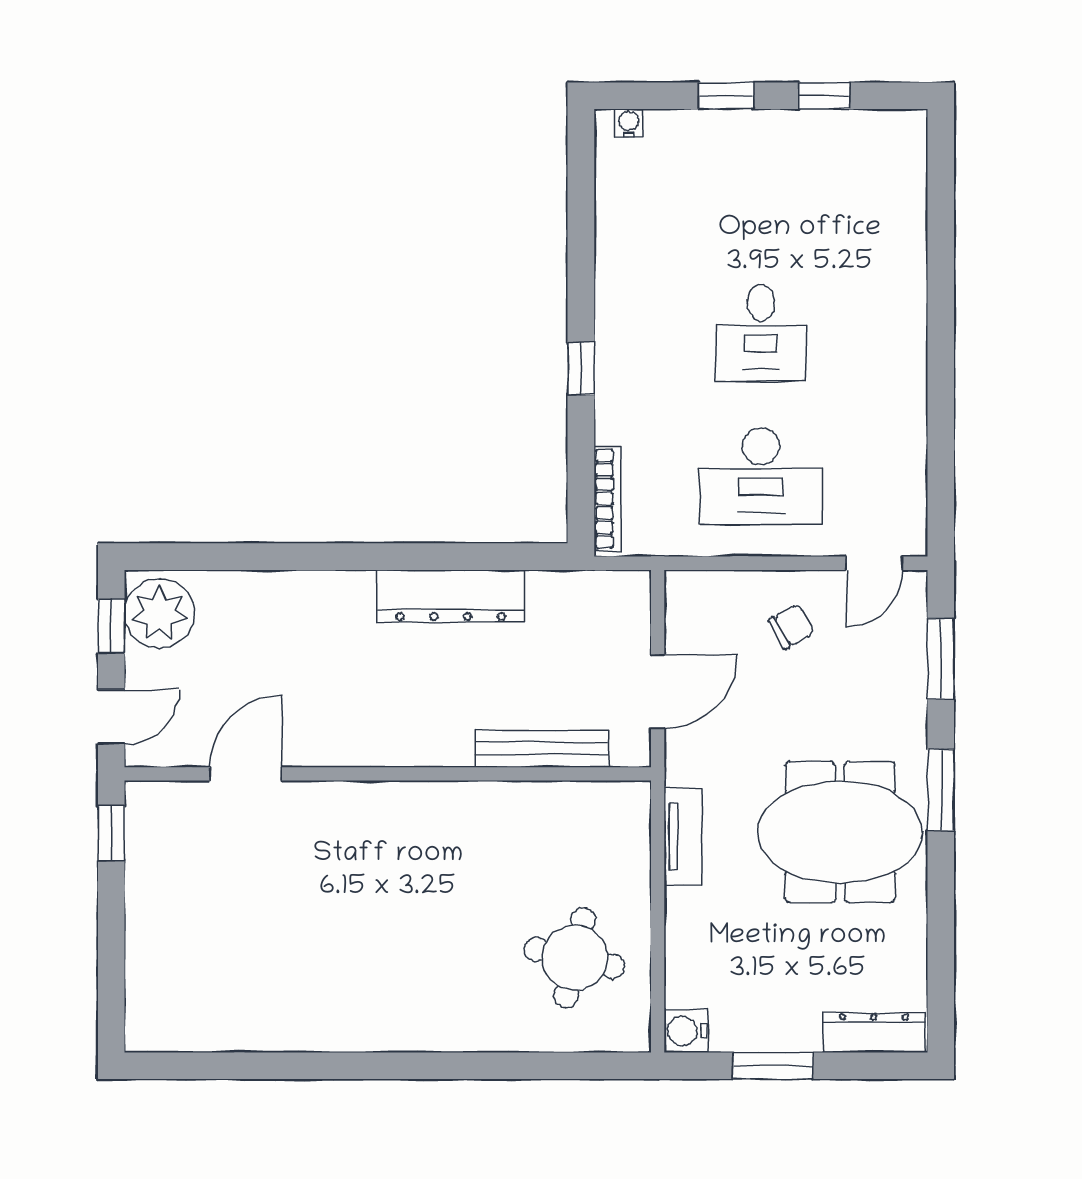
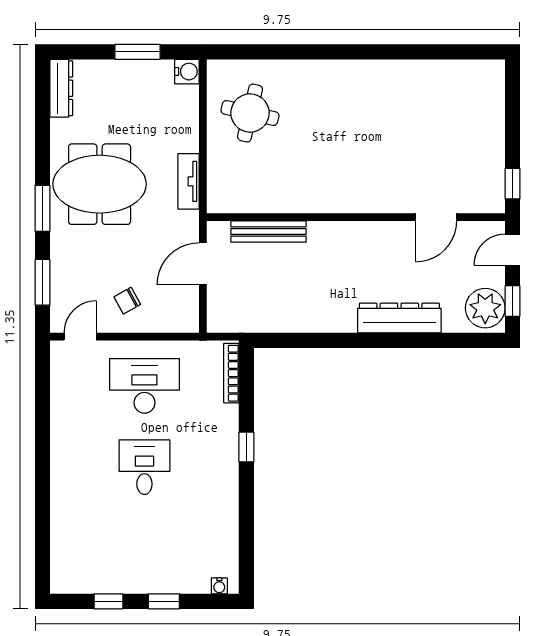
dresser: (451, 596) -> (399, 318), moved
dresser: (874, 1033) -> (61, 88), moved, turned -90

